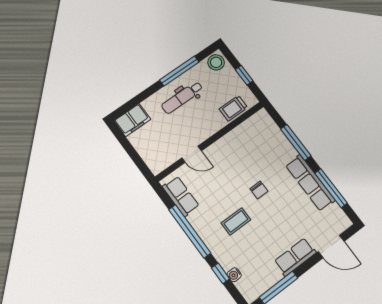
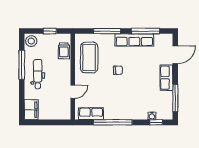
dental chair: (182, 97) -> (38, 74), turned 180
coffee table: (236, 221) -> (89, 58), moved, width x1.86, depth x1.72
window: (221, 273) -> (156, 122), moved

